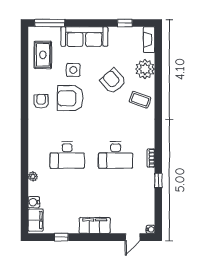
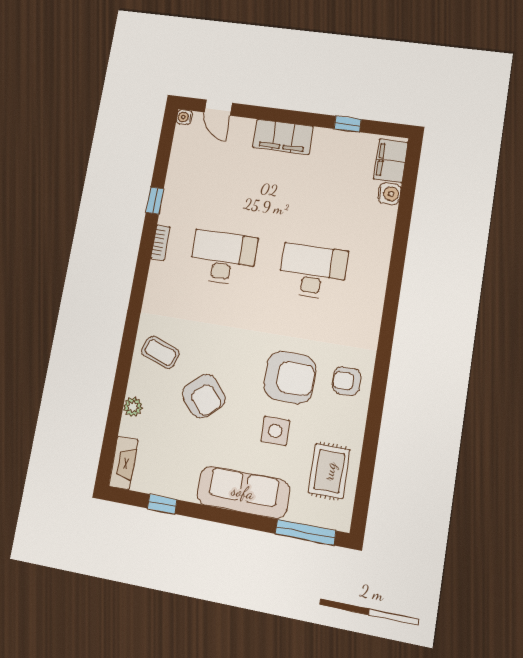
plant: (145, 69) -> (133, 407), width x0.53, depth x0.53
armchair: (41, 101) -> (347, 381), turned 90
plant: (33, 177) -> (384, 241), removed
door: (133, 237) -> (218, 108), swing flipped

